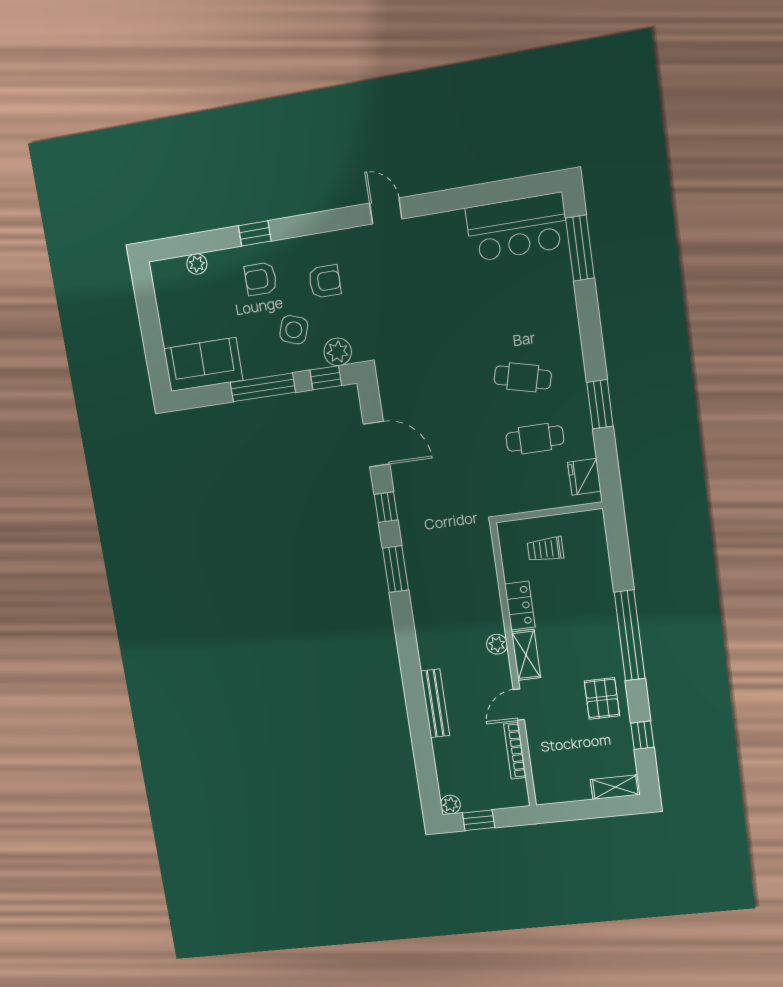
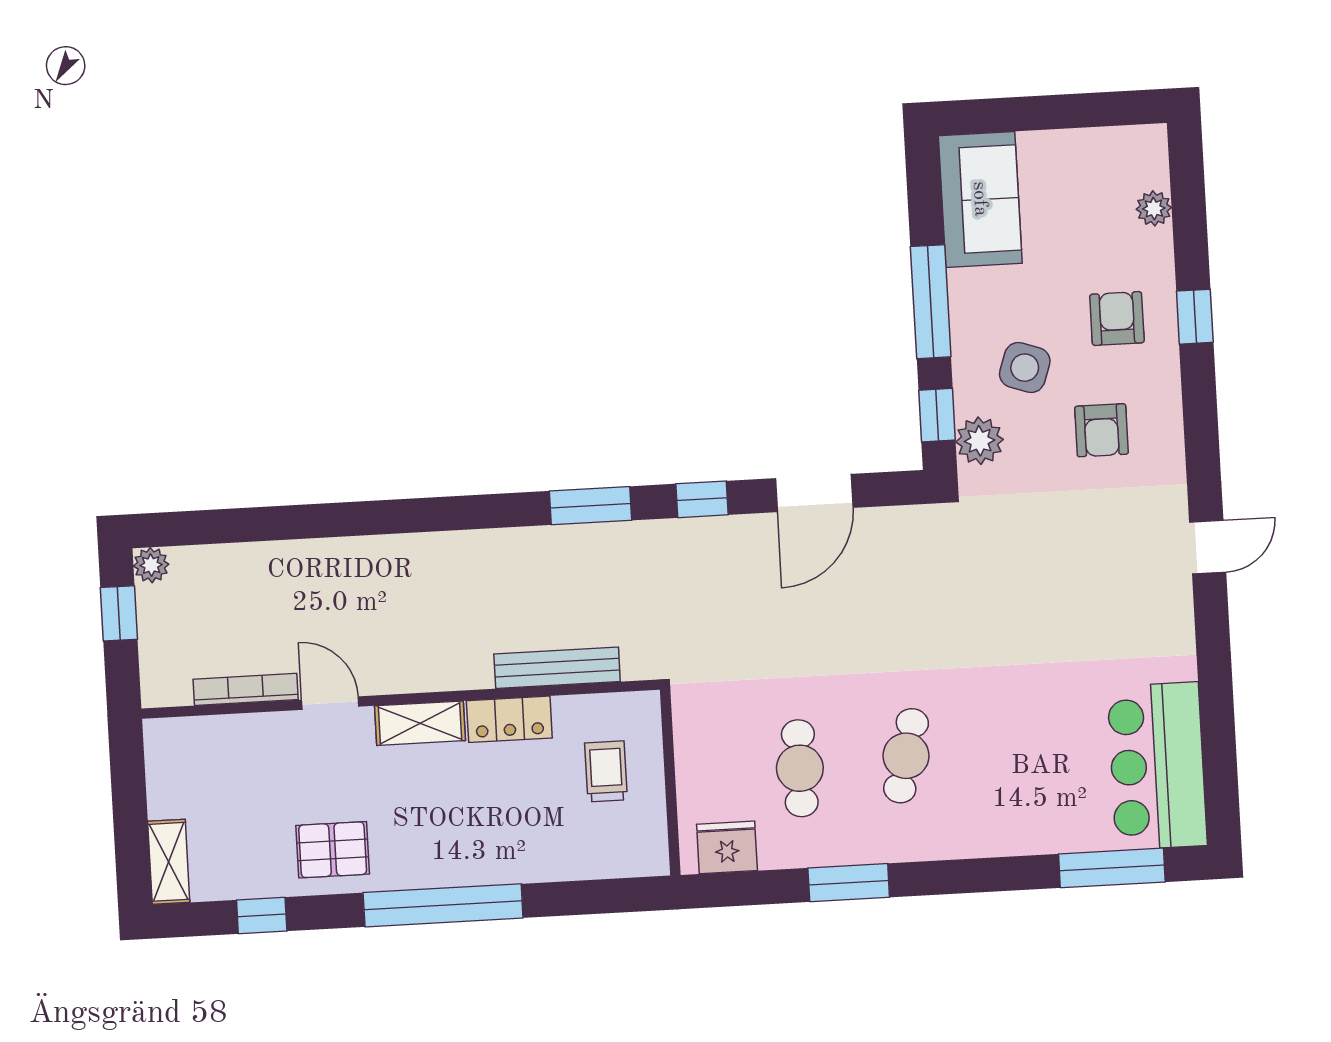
plant: (497, 644) -> (443, 673), removed
bench: (435, 703) -> (557, 668), moved

